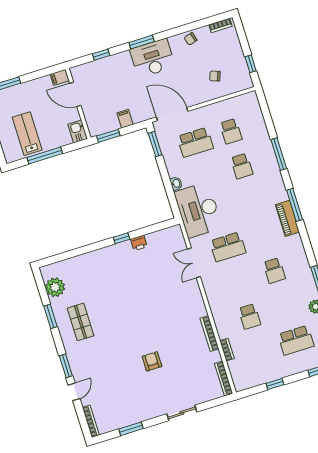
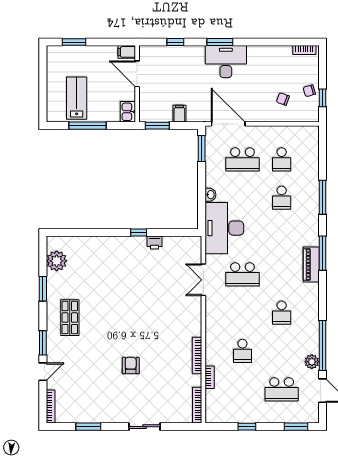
chair: (191, 39) -> (309, 91), moved
shop shelf: (81, 322) -> (70, 318), moved

